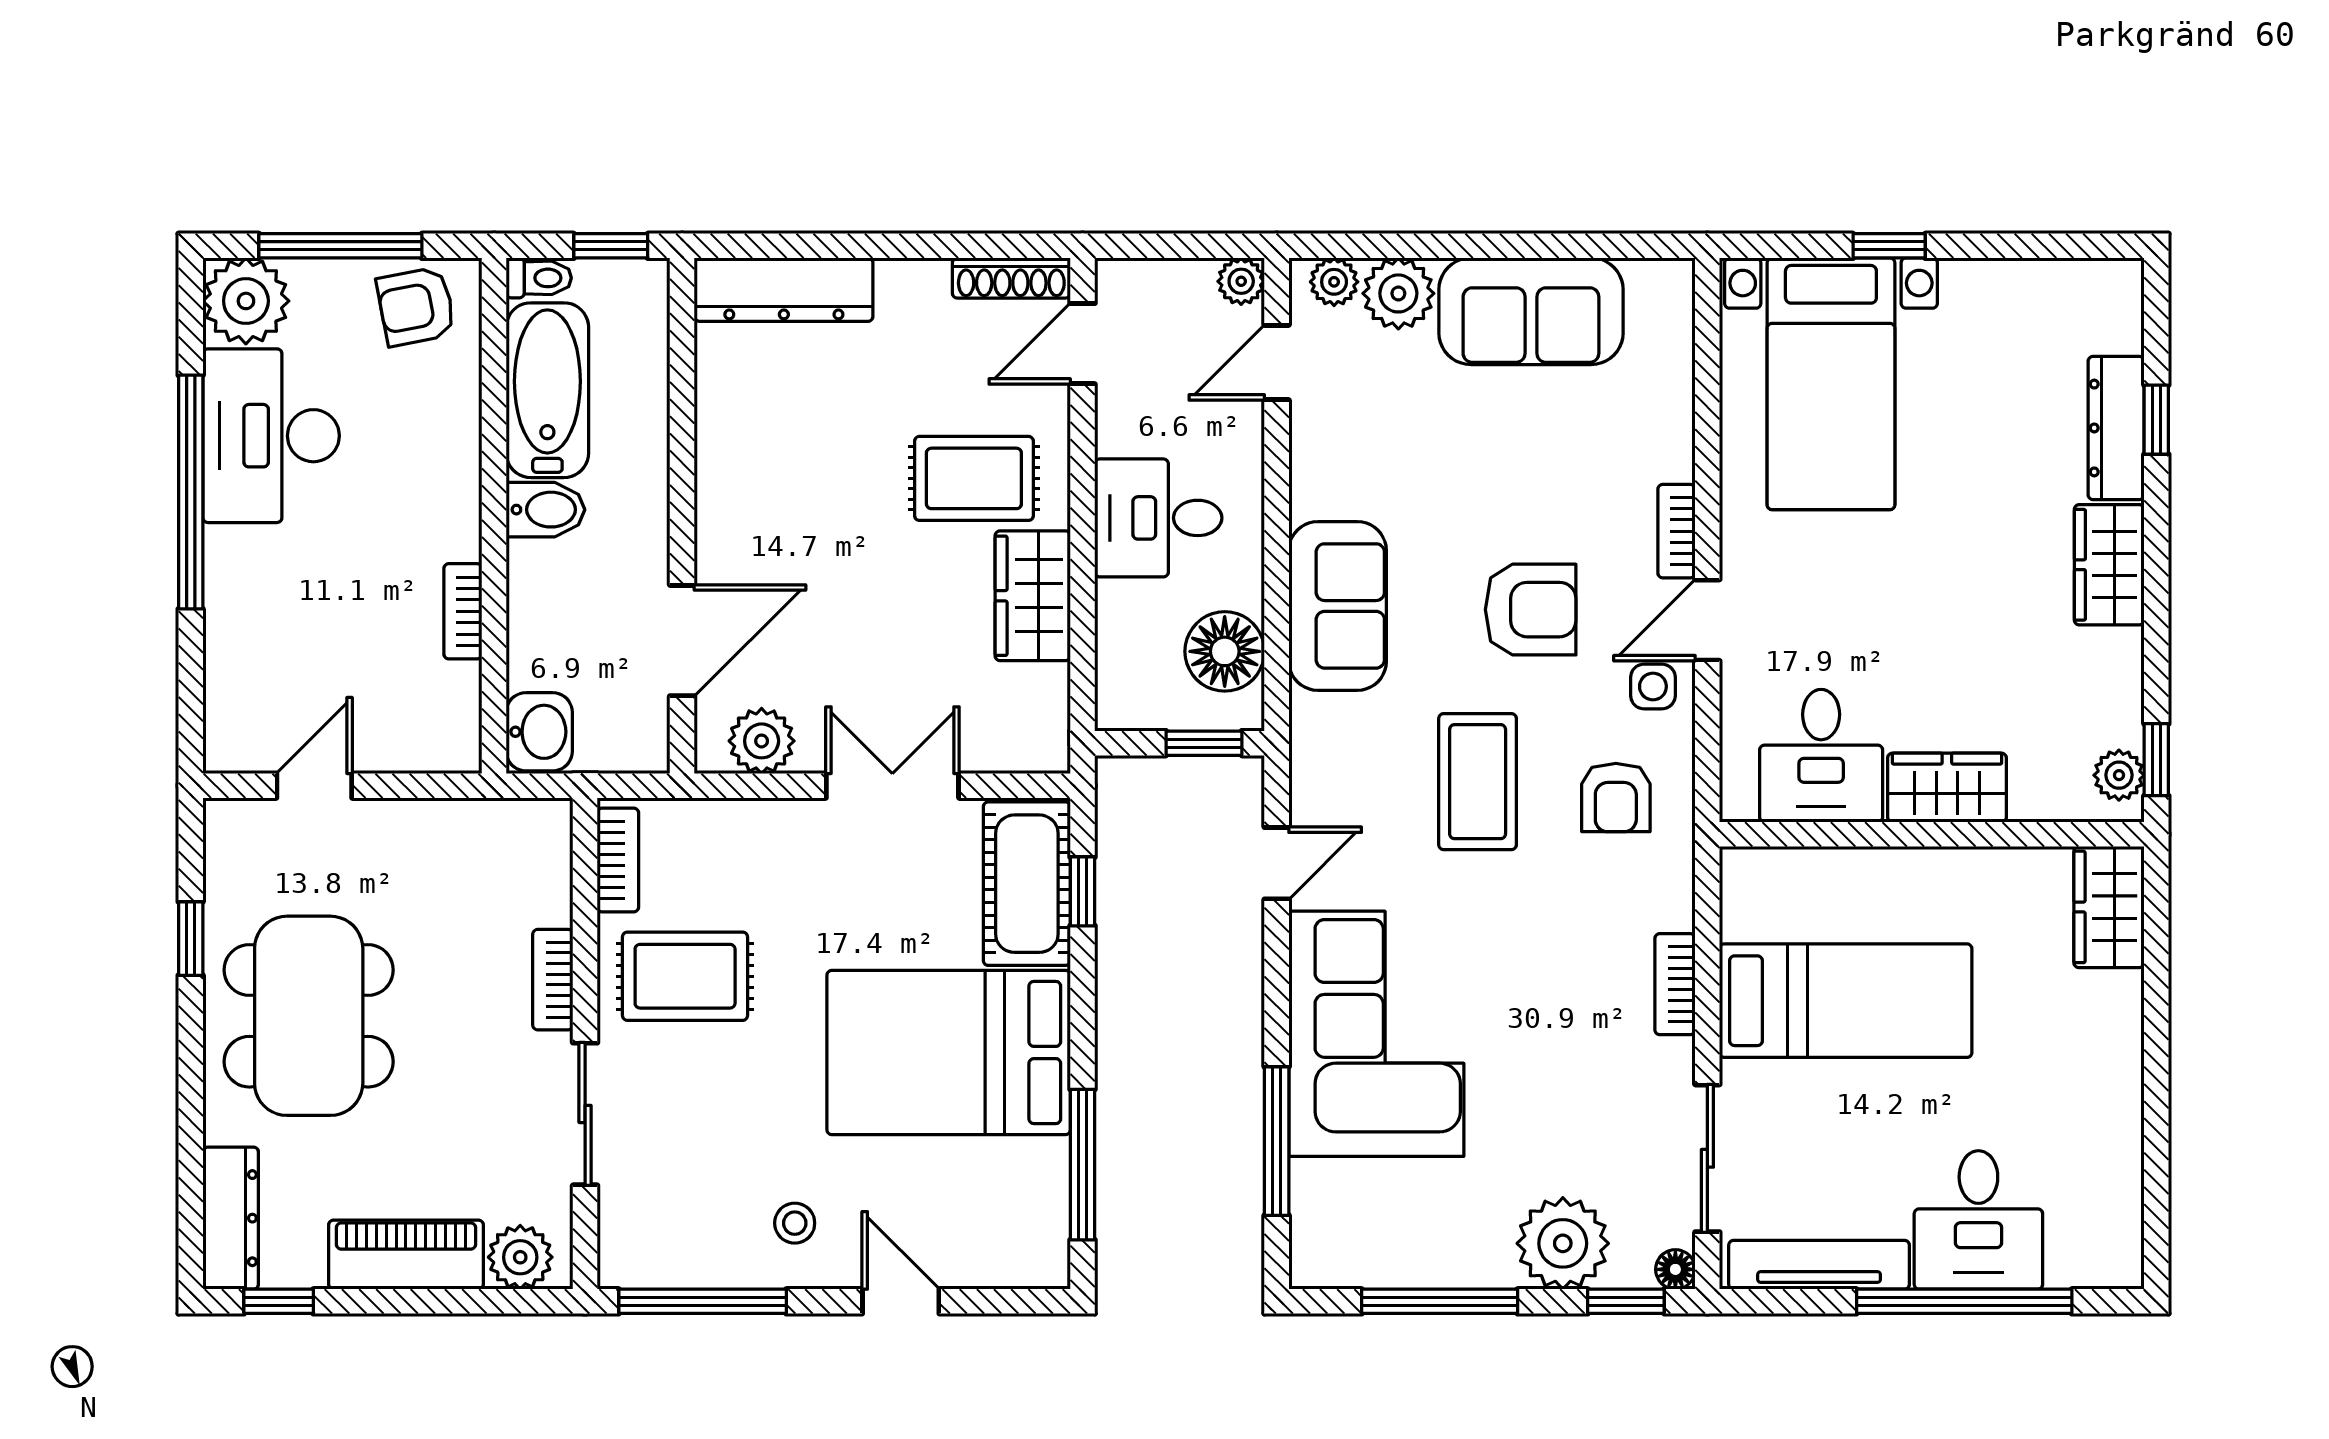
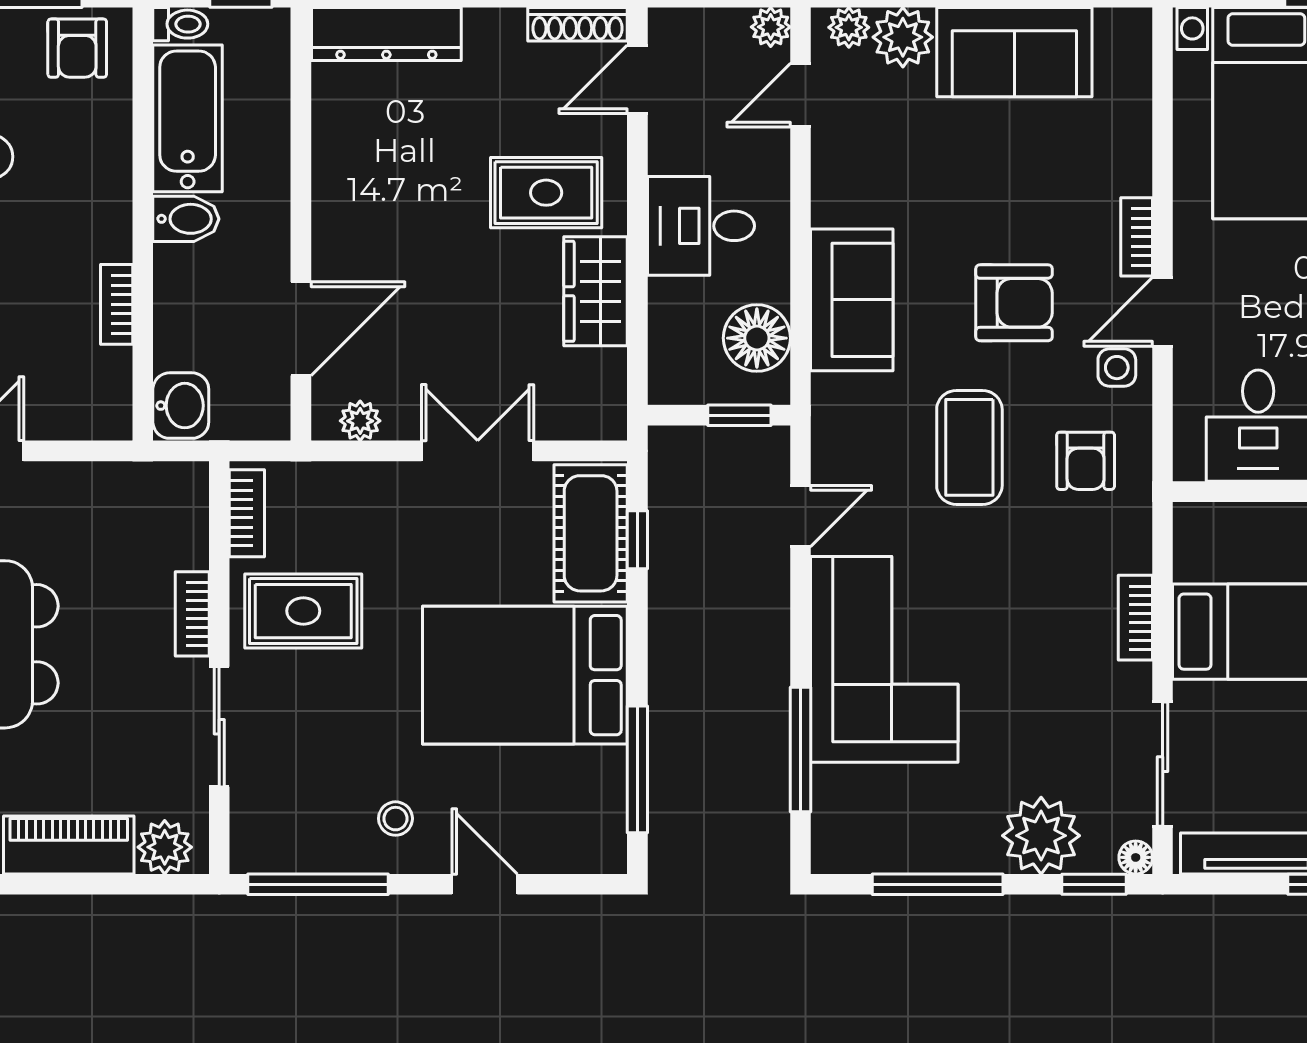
armchair: (416, 306) -> (77, 48), turned -79
plant: (762, 741) -> (360, 421), width x0.73, depth x0.73

